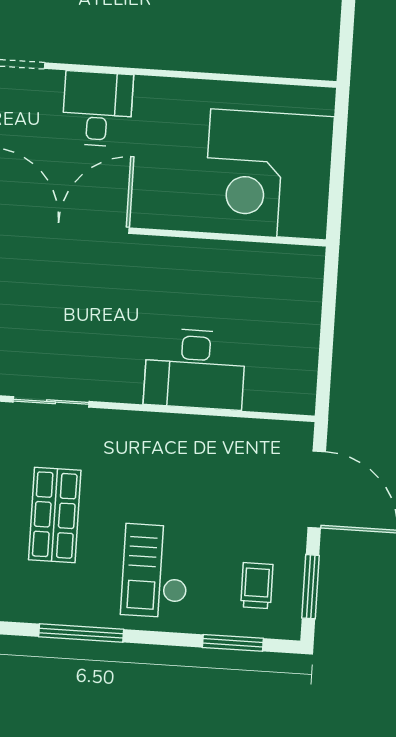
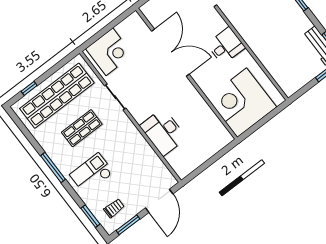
desk: (98, 109) -> (226, 46), moved

